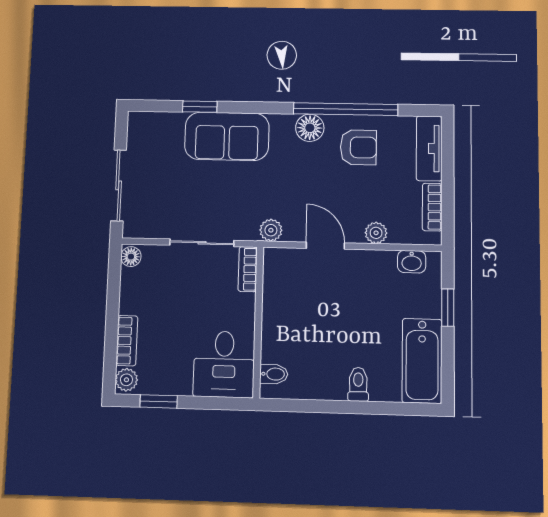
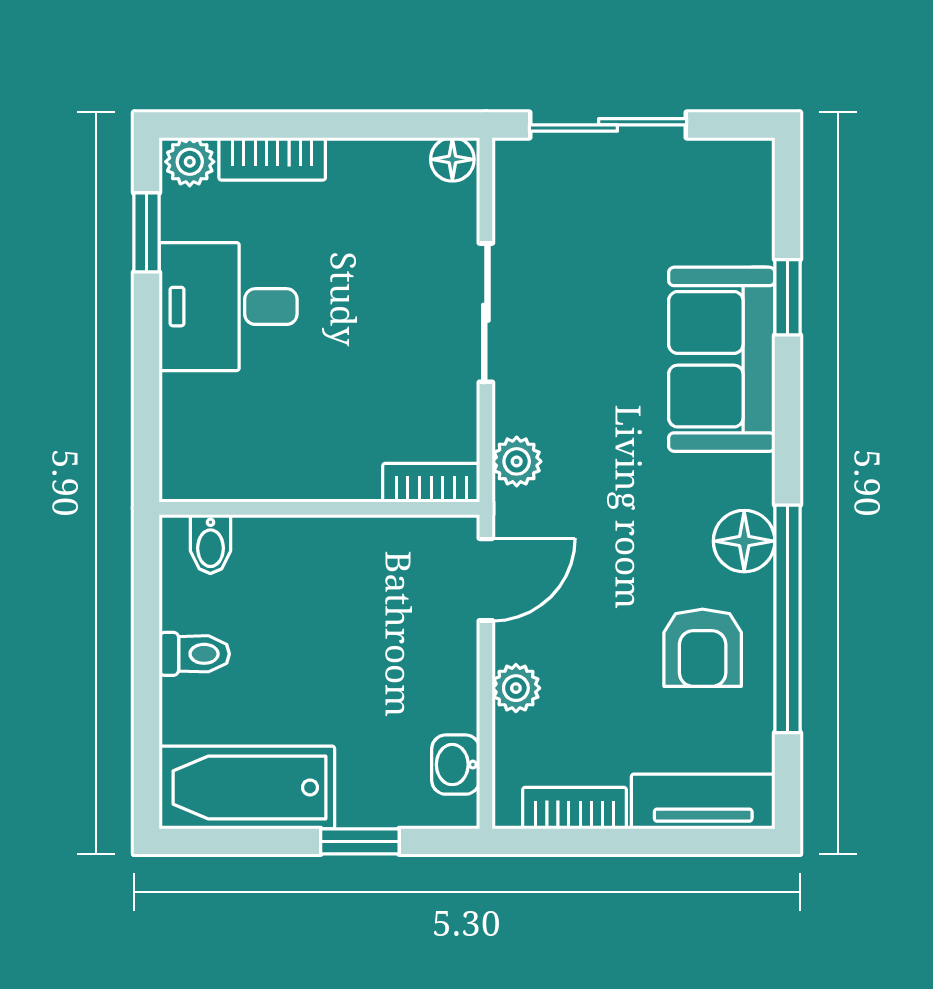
bookcase: (248, 269) -> (431, 483), moved
wall: (258, 322) -> (319, 508), moved
desk: (224, 364) -> (228, 307), moved
bidet: (274, 374) -> (210, 544), moved

